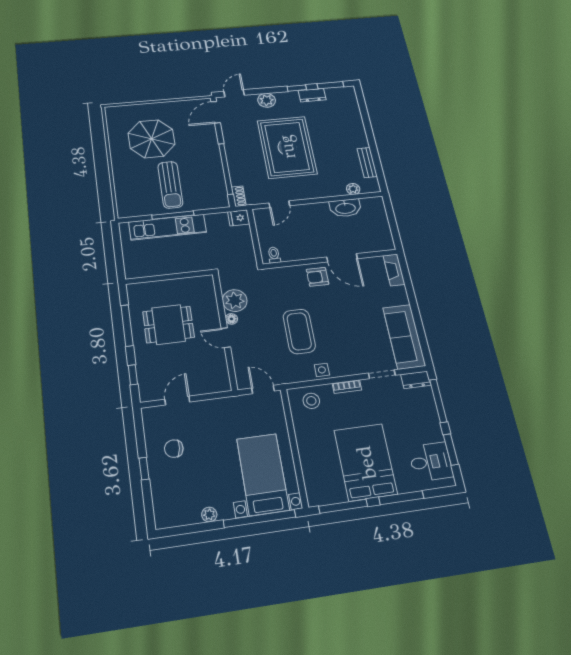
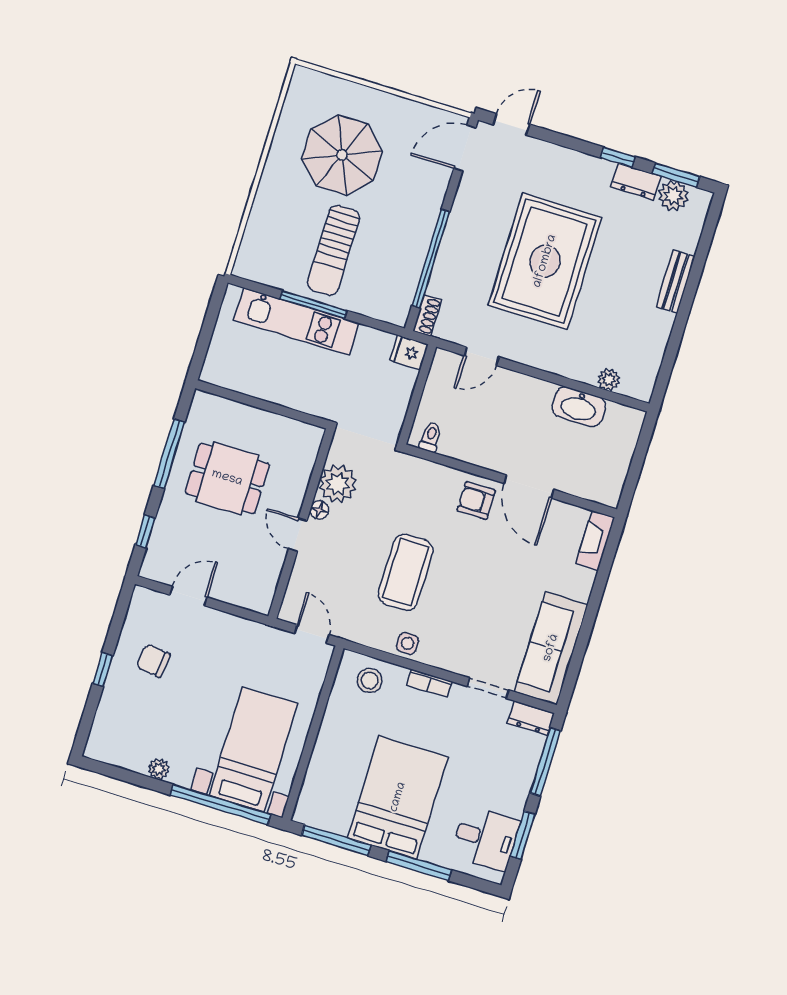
plant: (267, 100) -> (673, 196), moved
bench: (367, 163) -> (675, 282), moved

